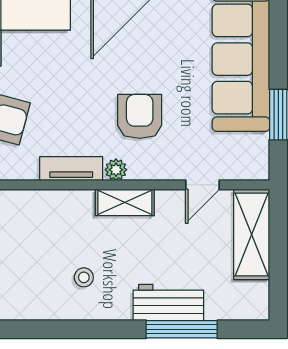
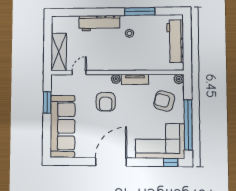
shelving: (125, 202) -> (112, 65), removed
workbench: (168, 302) -> (99, 23), width x1.38
window: (182, 329) -> (140, 11), moved

